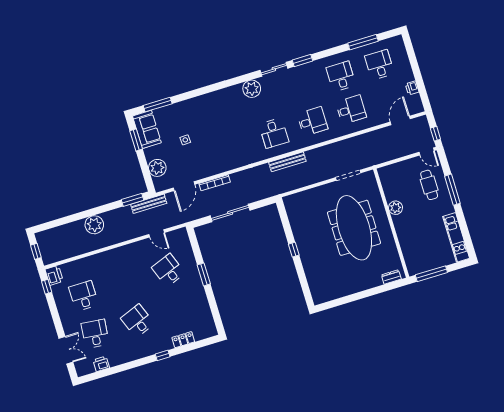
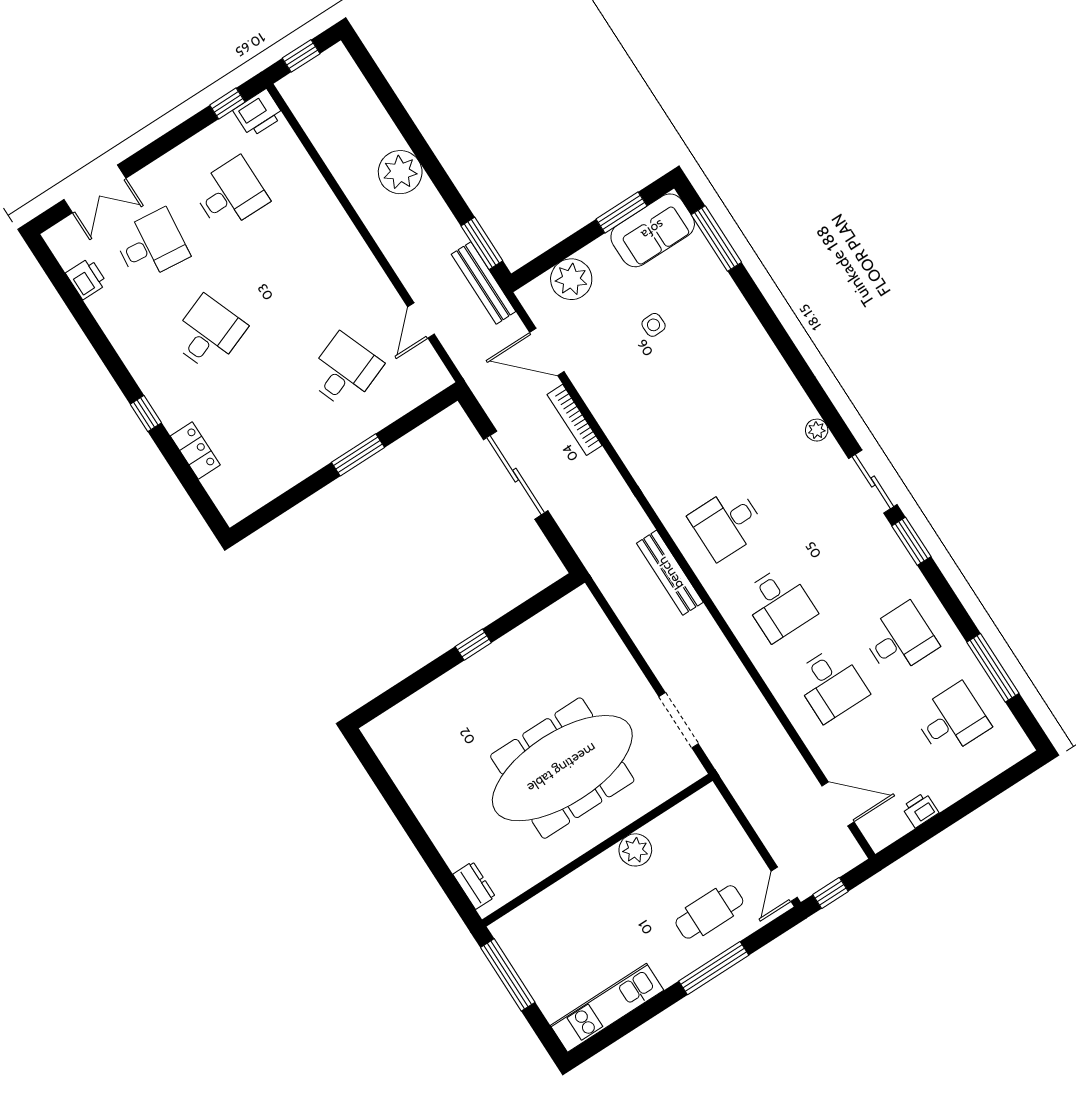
plant: (252, 89) -> (817, 430), width x0.53, depth x0.53

